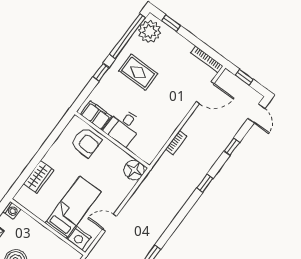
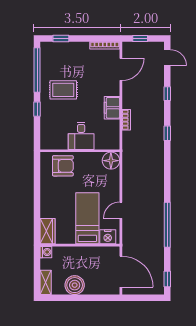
plant: (149, 32) -> (50, 56), removed
filing cabinet: (96, 115) -> (112, 108), moved, turned -90
wardrobe: (39, 177) -> (48, 231), moved

